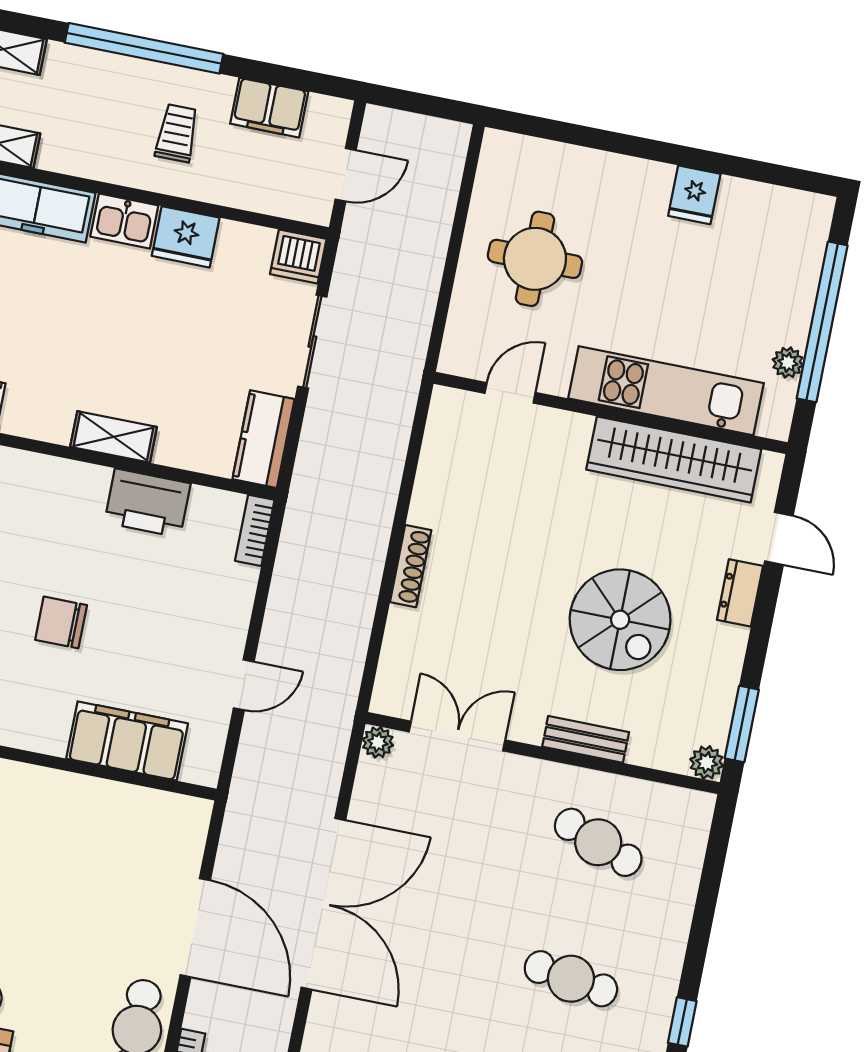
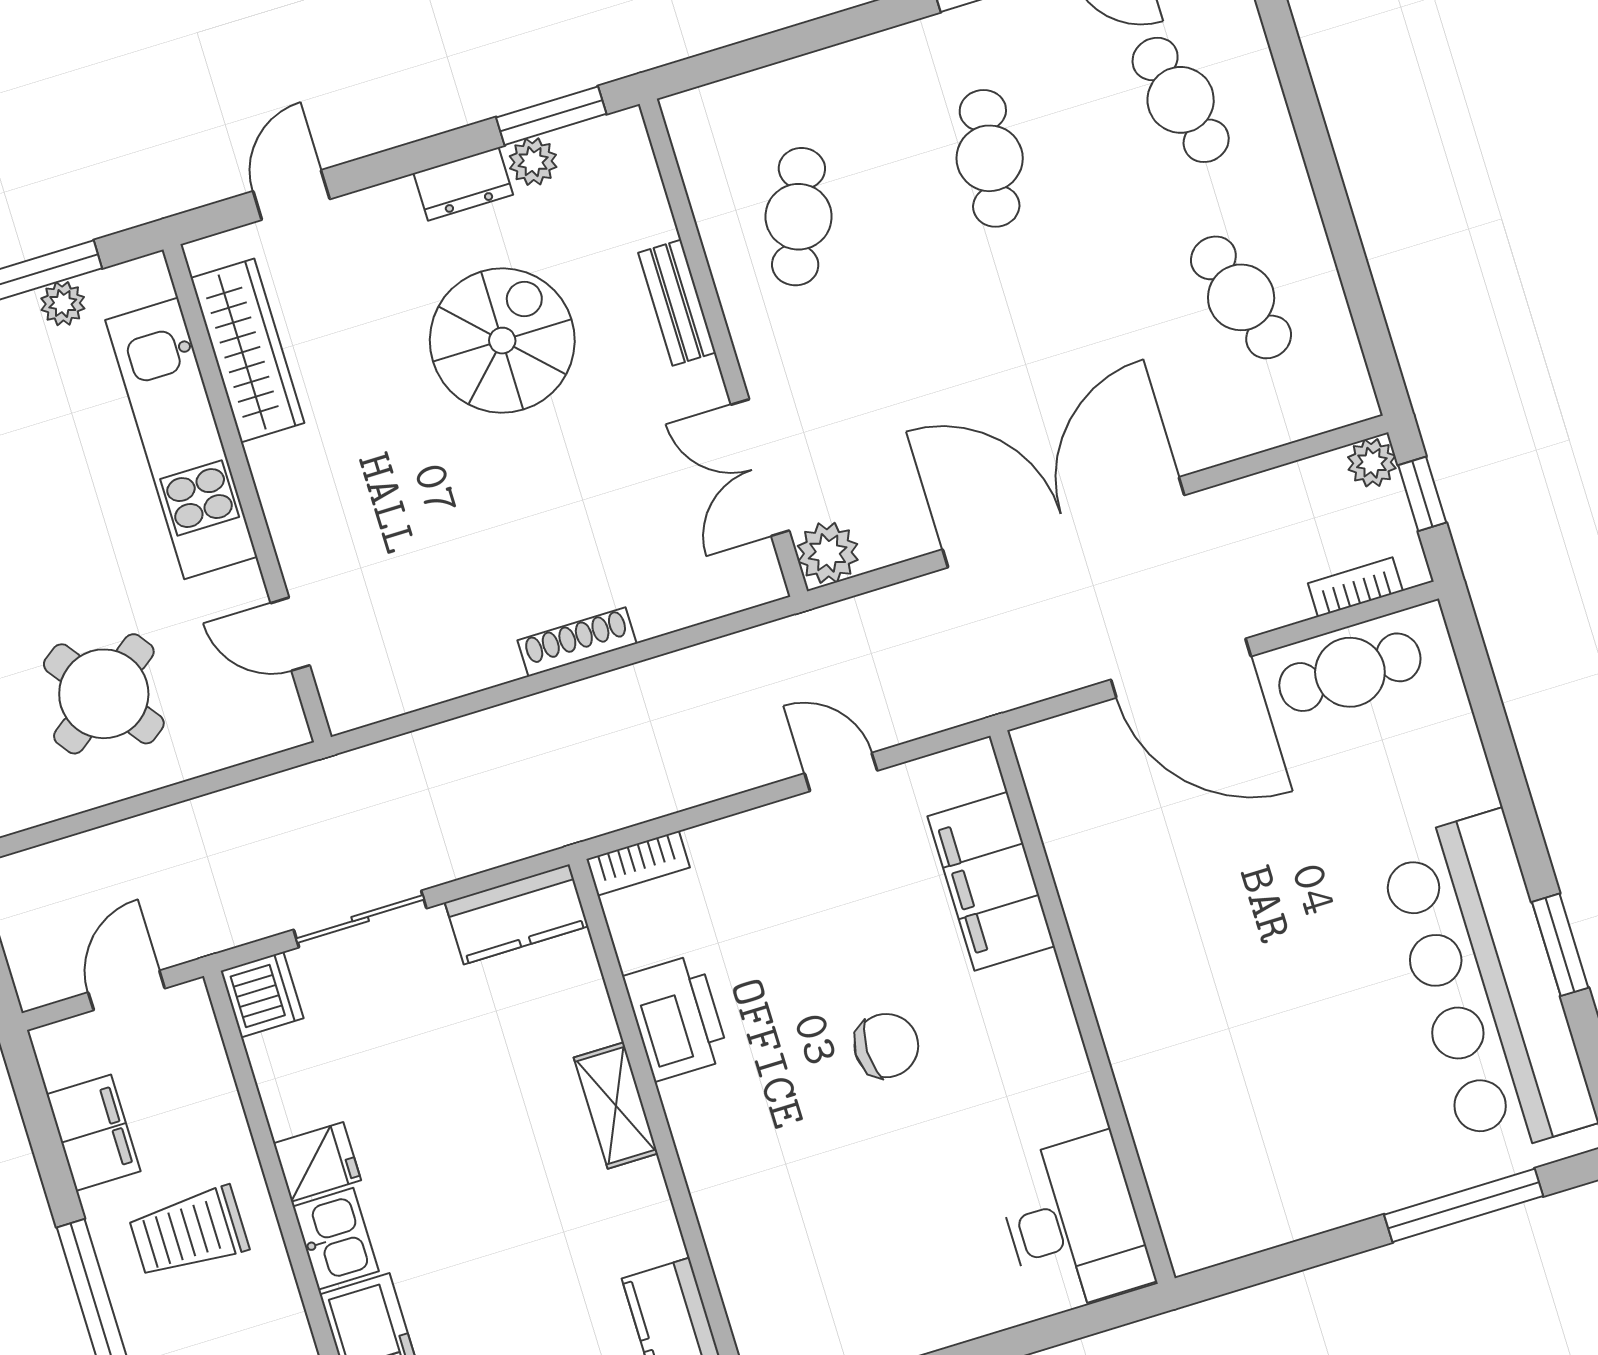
trolley: (177, 133) -> (189, 1232), width x1.36, depth x1.39
door: (346, 175) -> (127, 990), hinge flipped
fridge: (186, 237) -> (317, 1162), width x0.72
round table: (535, 259) -> (104, 694), turned -36
wardrobe: (674, 459) -> (247, 351), width x0.71, depth x0.85
dresser: (740, 593) -> (463, 184), moved
chair: (61, 622) -> (886, 1046), turned -90
plant: (378, 742) -> (828, 553), width x1.38, depth x1.38
plant: (707, 762) -> (533, 162), moved
door: (195, 928) -> (1181, 668), swing flipped

